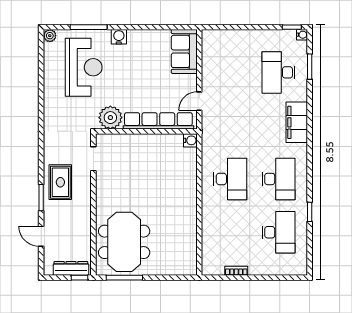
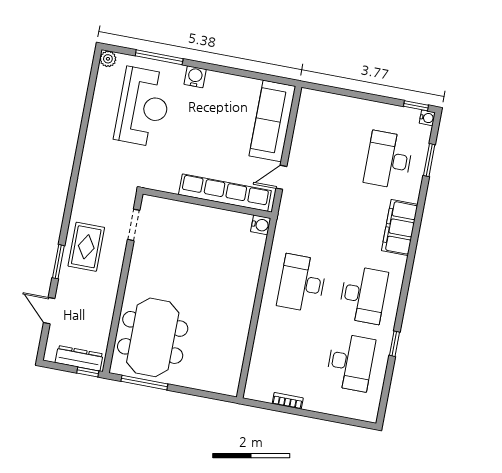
sofa: (184, 51) -> (272, 121), width x1.36
plant: (110, 118) -> (165, 177), removed
desk: (230, 179) -> (302, 283), turned 180

